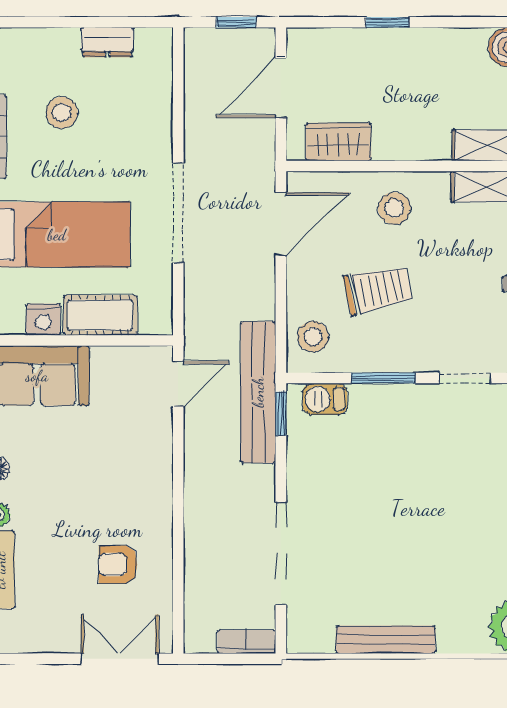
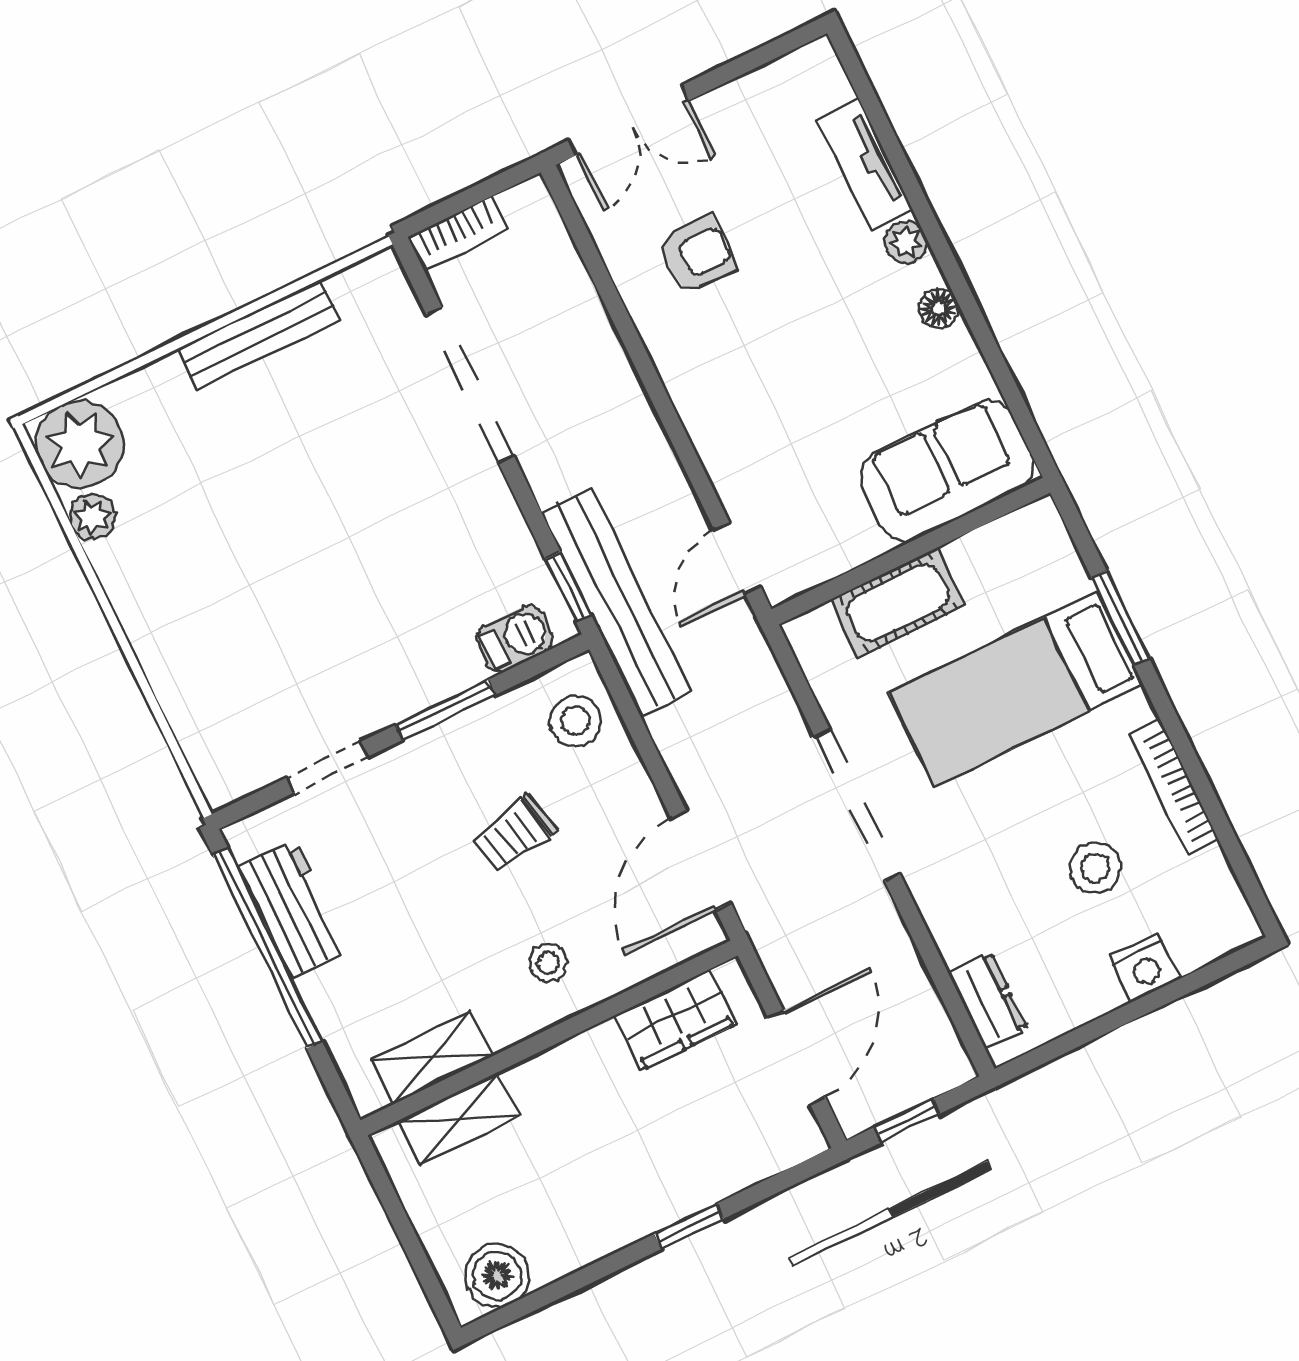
dresser: (107, 42) -> (988, 1001), moved, turned 90
stool: (394, 208) -> (548, 963), width x0.73, depth x0.73
trolley: (378, 290) -> (515, 834), width x0.73, depth x0.72
nightstand: (43, 319) -> (1145, 968), moved, turned 180

